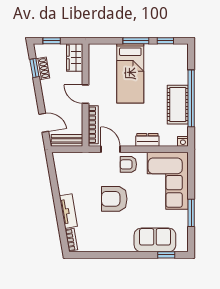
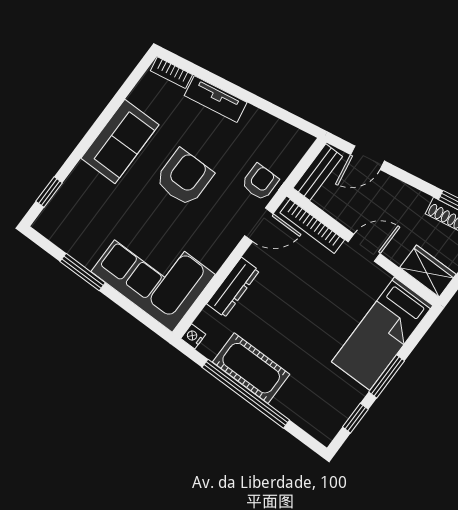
bed: (130, 73) -> (382, 334), moved, turned -90
dresser: (147, 140) -> (233, 287), width x1.44
armchair: (128, 164) -> (260, 182), moved
sofa: (155, 240) -> (120, 141), moved

